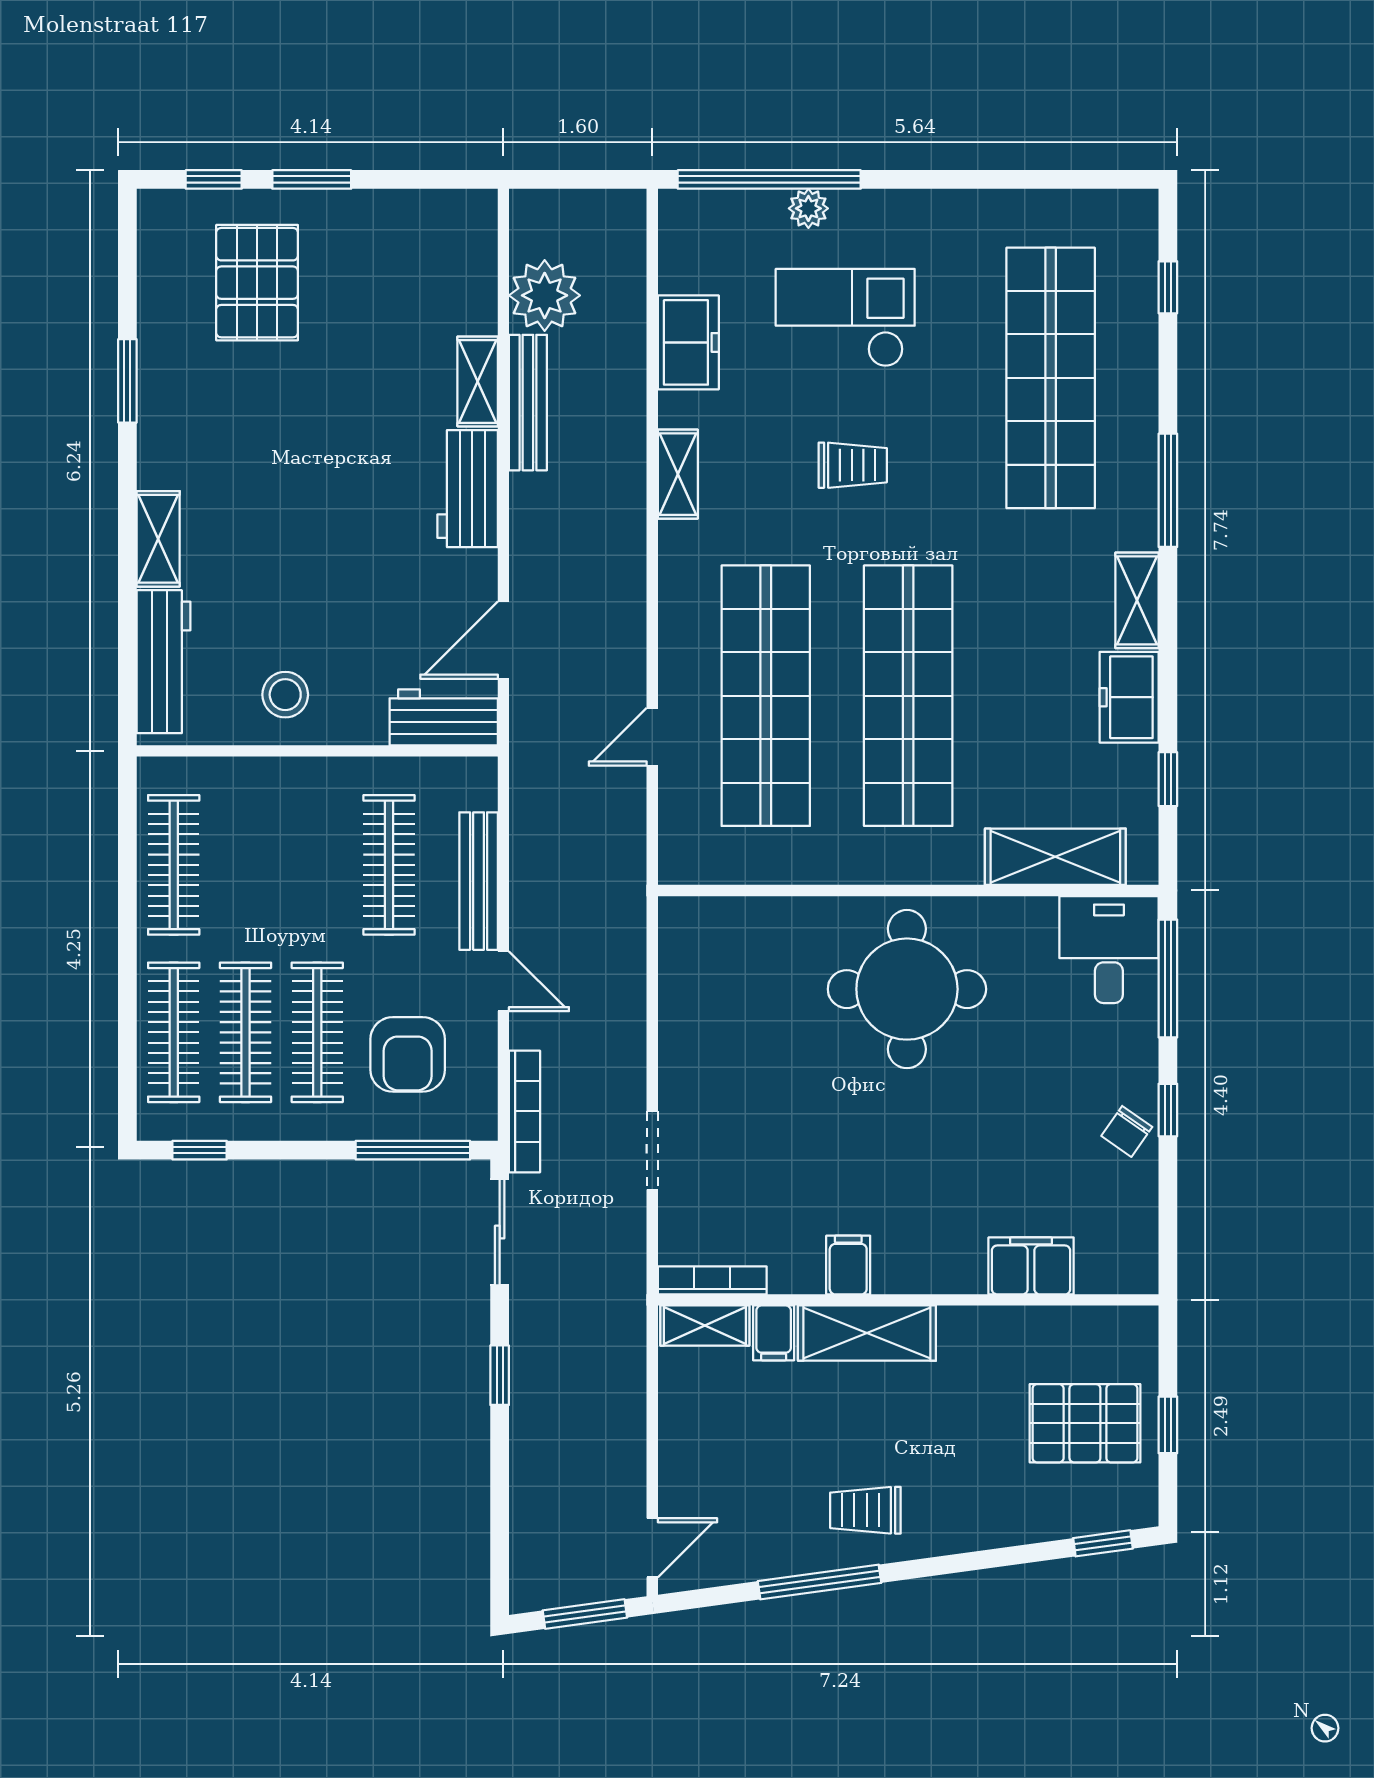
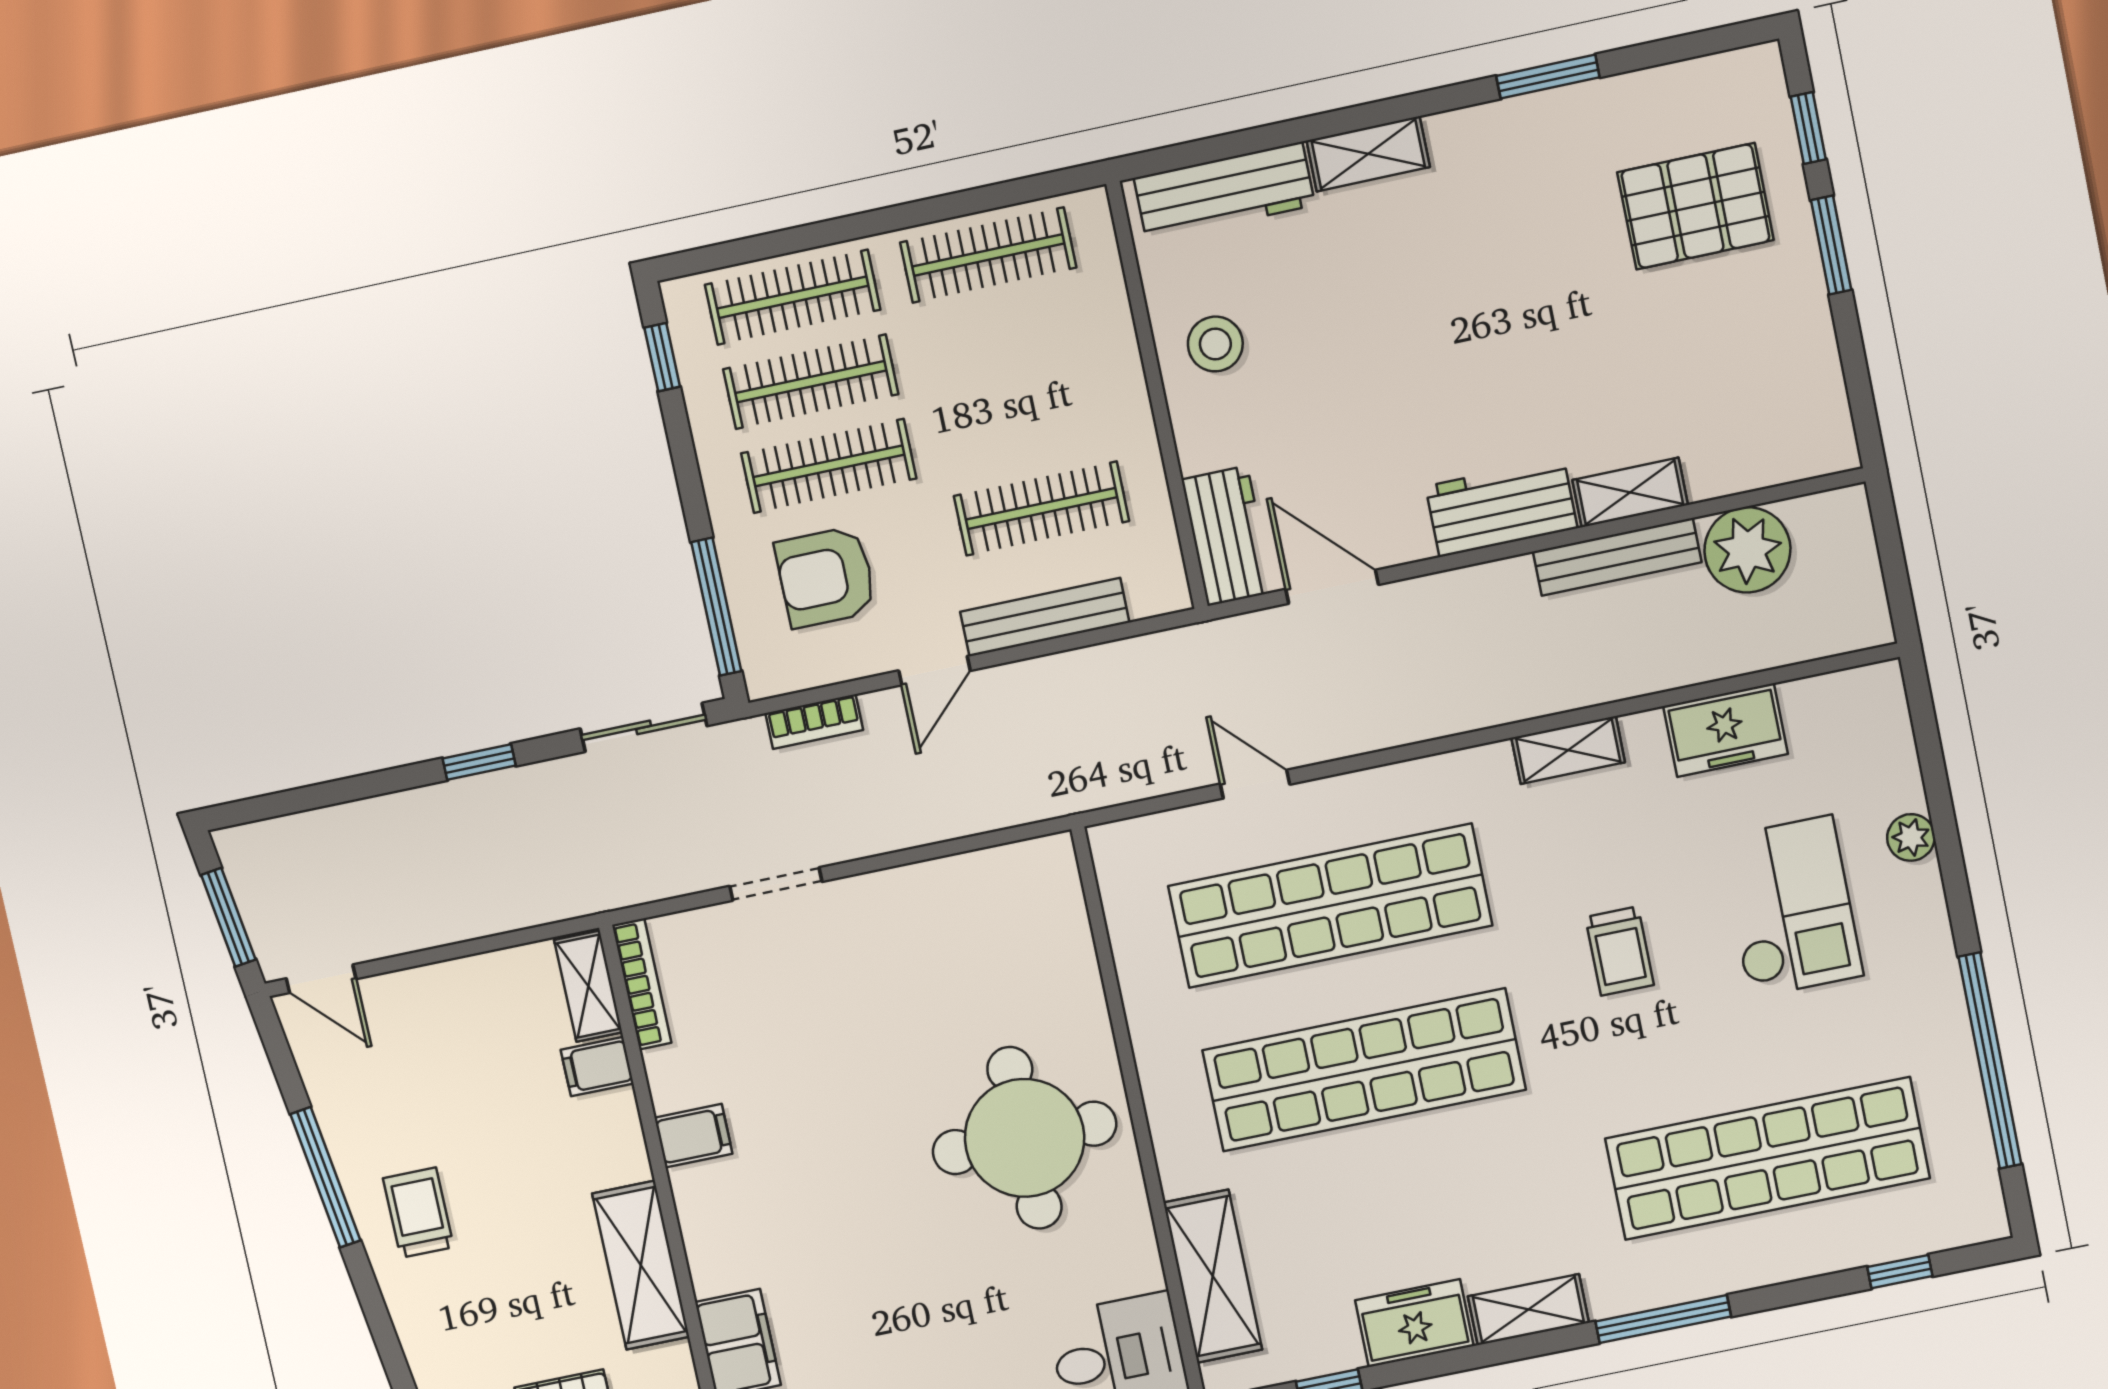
window: (769, 179) -> (1990, 1061), moved
bookcase: (525, 1111) -> (814, 722), width x0.64
shelving: (867, 1333) -> (641, 1265), moved

